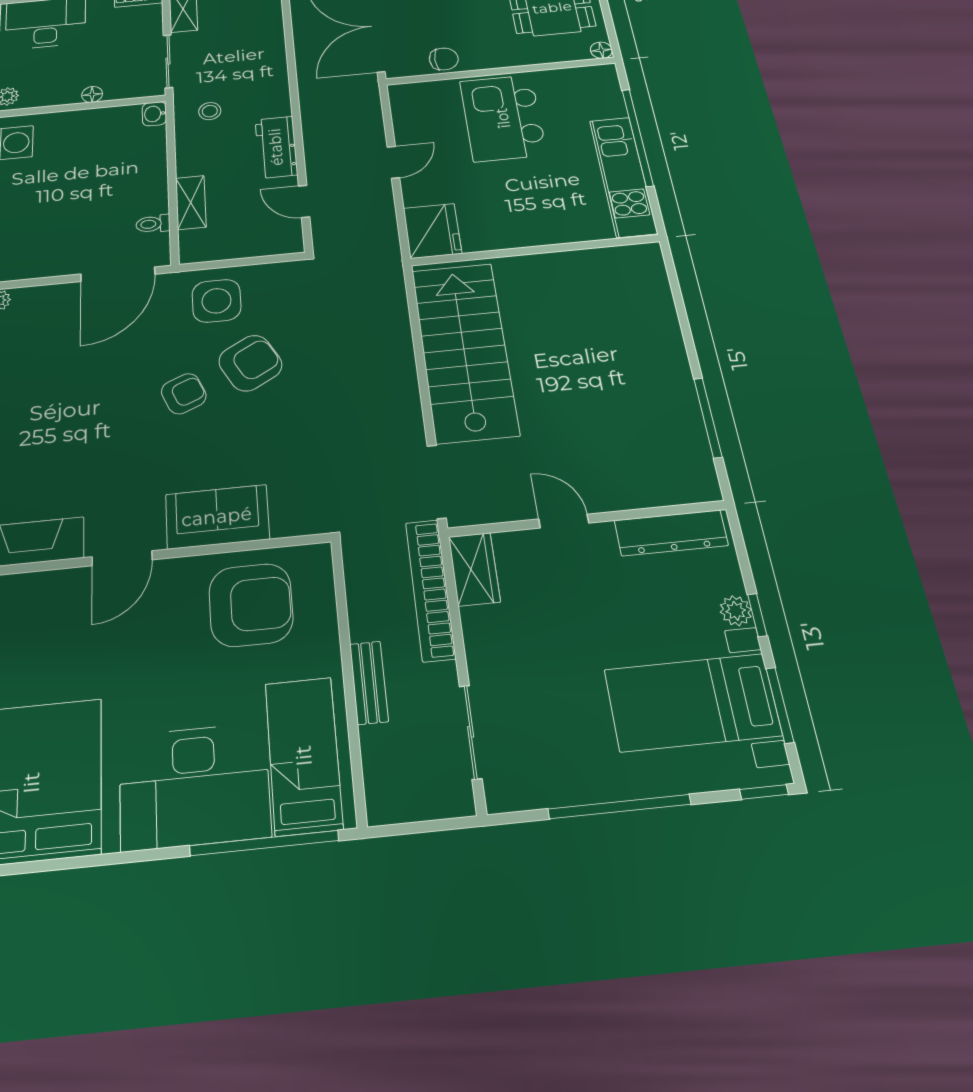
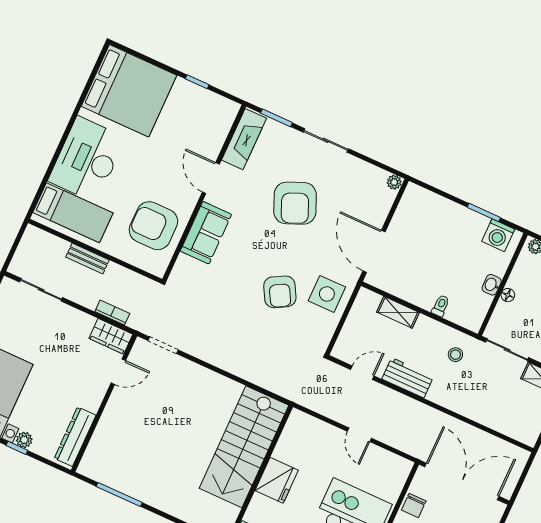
washbasin: (154, 114) -> (492, 285), moved, turned -90
toilet: (153, 224) -> (441, 306), moved
fridge: (432, 231) -> (277, 480), moved, turned -90
stairs: (464, 351) -> (244, 447), moved, turned 90
armchair: (184, 394) -> (295, 203), moved, width x1.88, depth x1.88
doorway: (437, 482) -> (163, 345), width x0.73
door: (564, 521) -> (118, 372), moved
bookcase: (430, 589) -> (112, 313), width x0.43, depth x0.76
armchair: (251, 605) -> (153, 226), turned 90
window: (264, 843) -> (47, 177), removed

